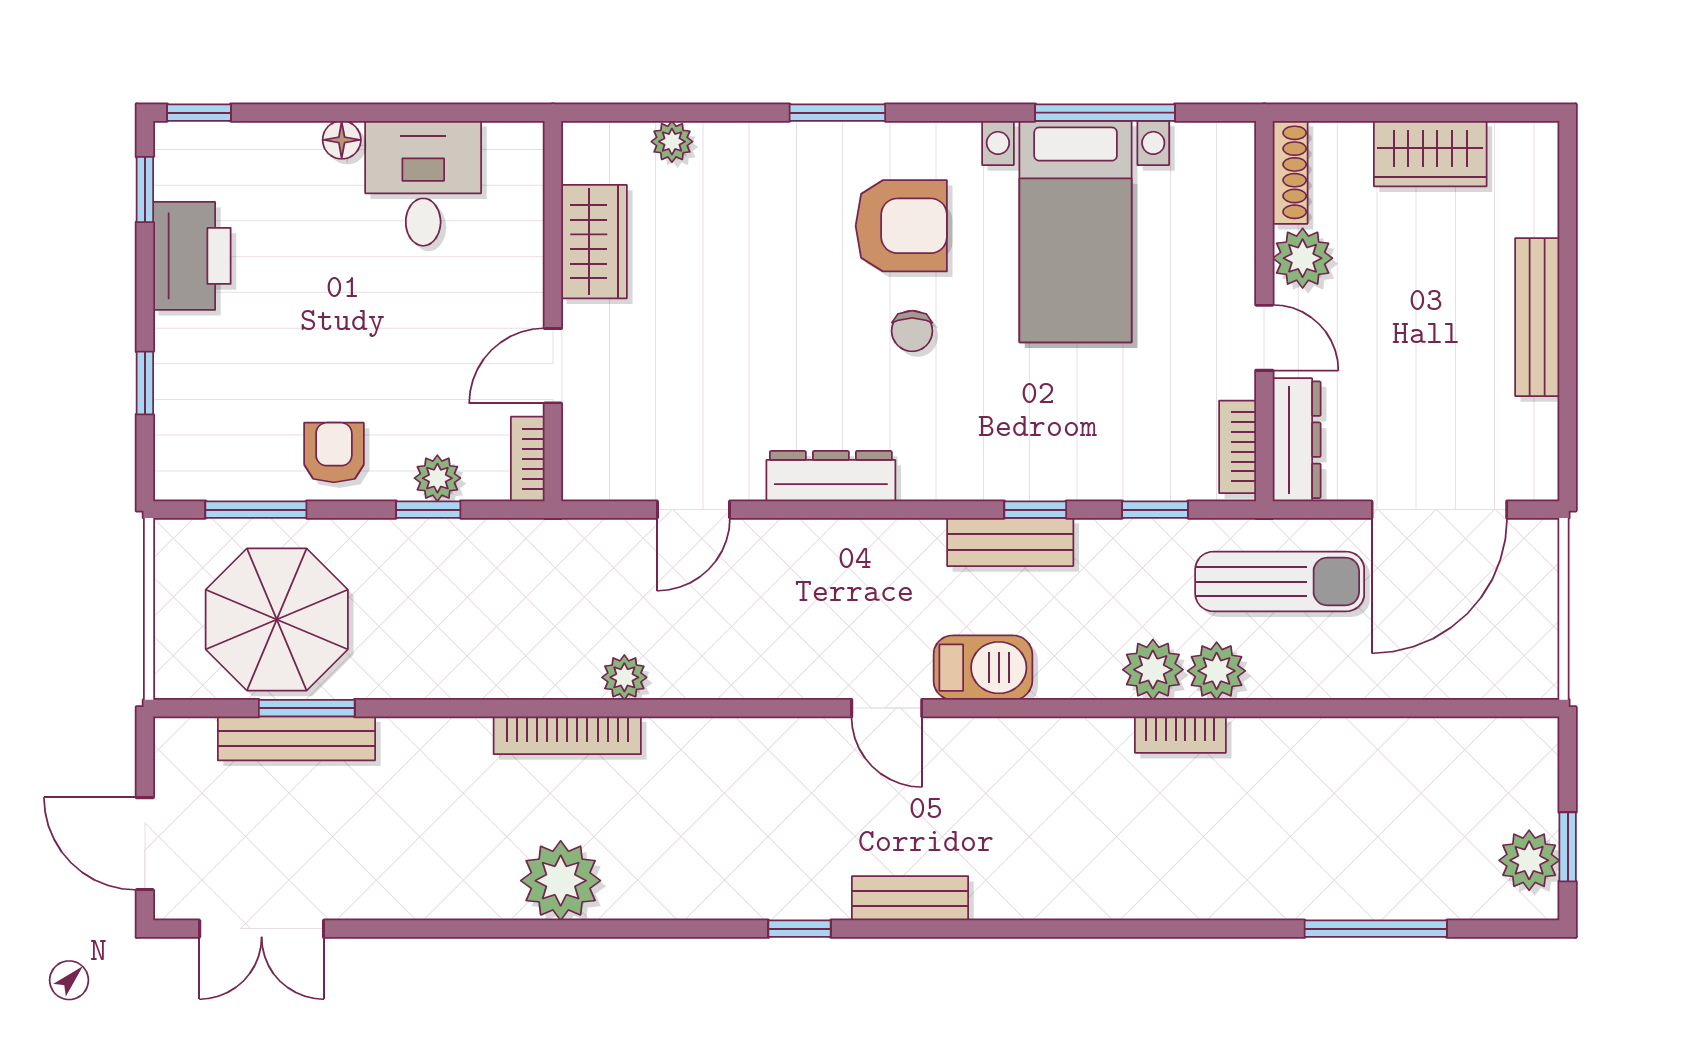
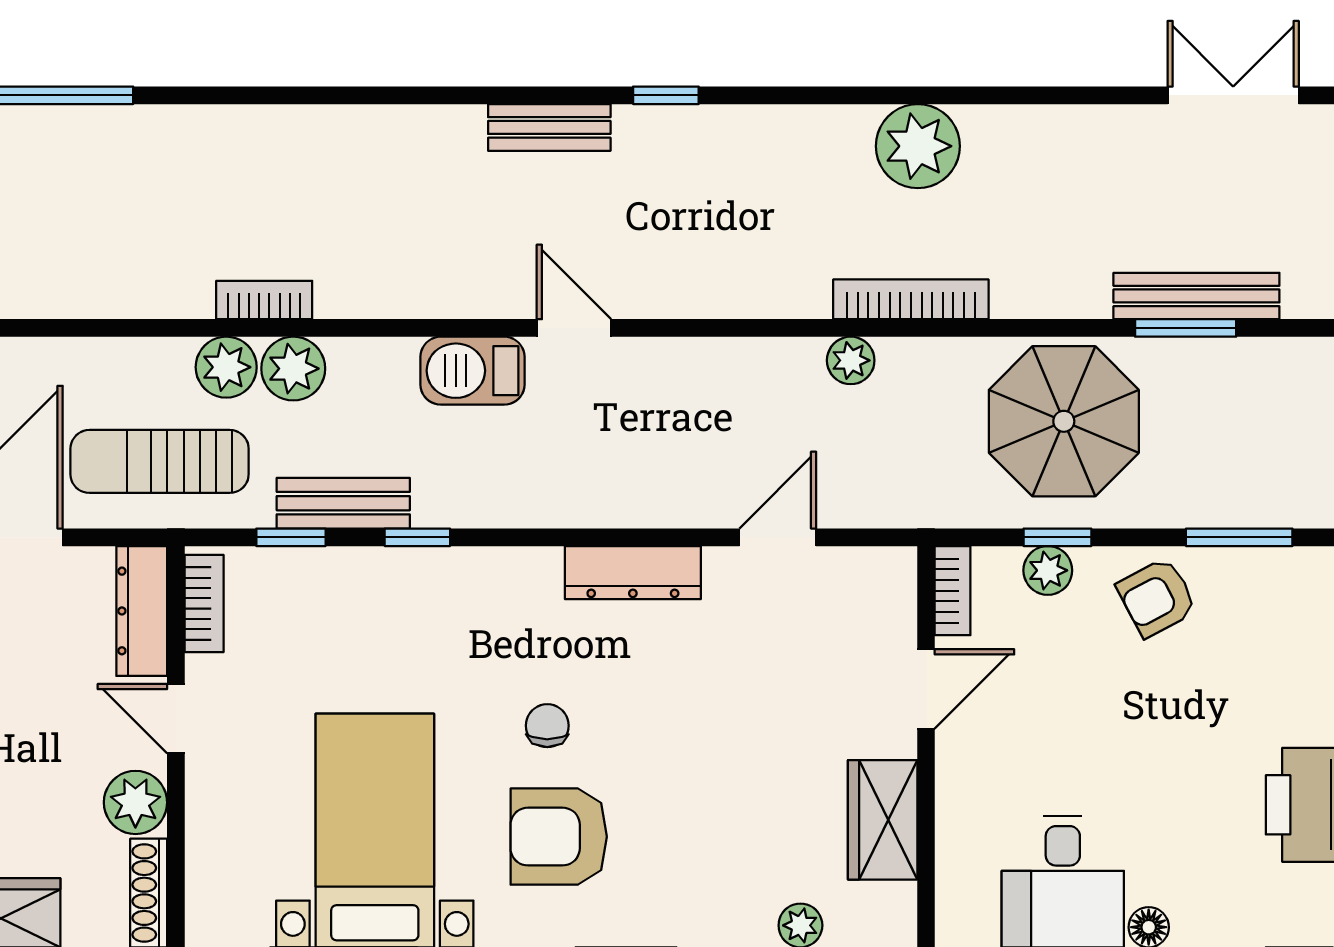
armchair: (334, 453) -> (1157, 597), turned 62
bench: (1010, 542) -> (343, 503), moved
parasol: (277, 619) -> (1064, 421), moved

